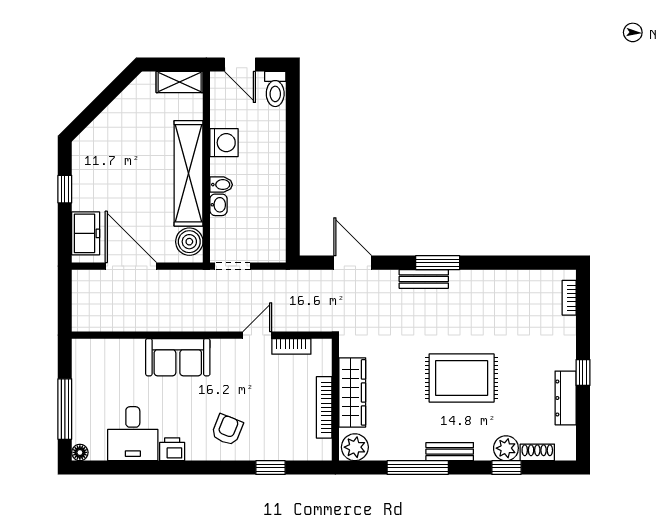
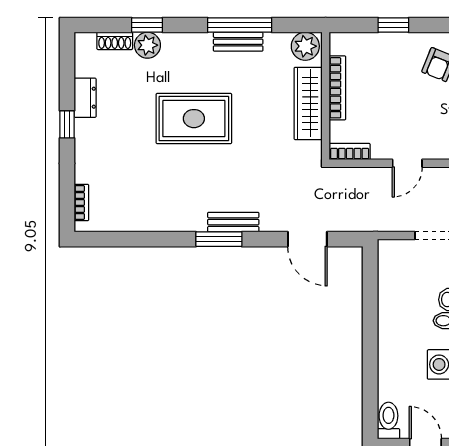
bookcase: (291, 346) -> (350, 152), moved
dresser: (566, 398) -> (85, 98), width x0.70
bench: (450, 452) -> (238, 42), moved

